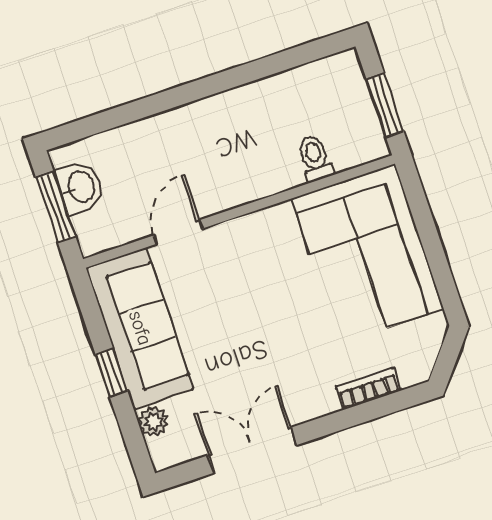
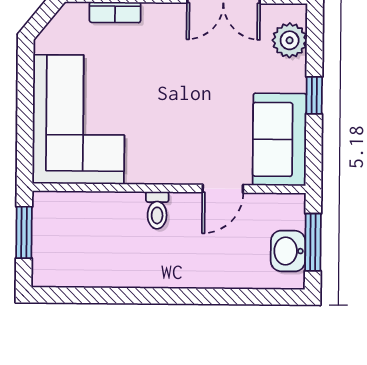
toilet: (315, 158) -> (157, 210), moved
sofa: (140, 328) -> (280, 139), width x0.73
plant: (153, 422) -> (290, 40), width x1.38, depth x1.38

